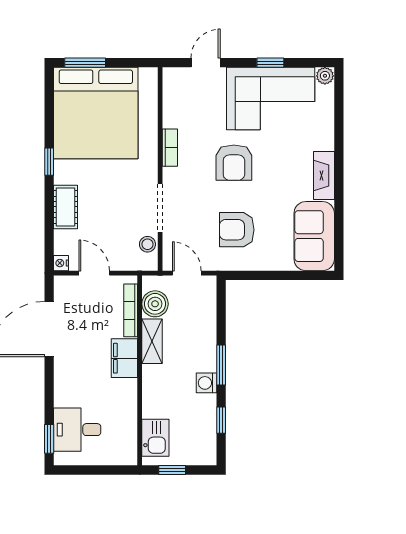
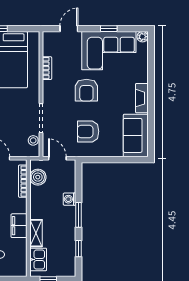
bookcase: (170, 148) -> (47, 68), moved
shelving: (152, 341) -> (36, 233), moved
filing cabinet: (124, 358) -> (19, 226), moved
washing machine: (207, 383) -> (70, 199), moved

